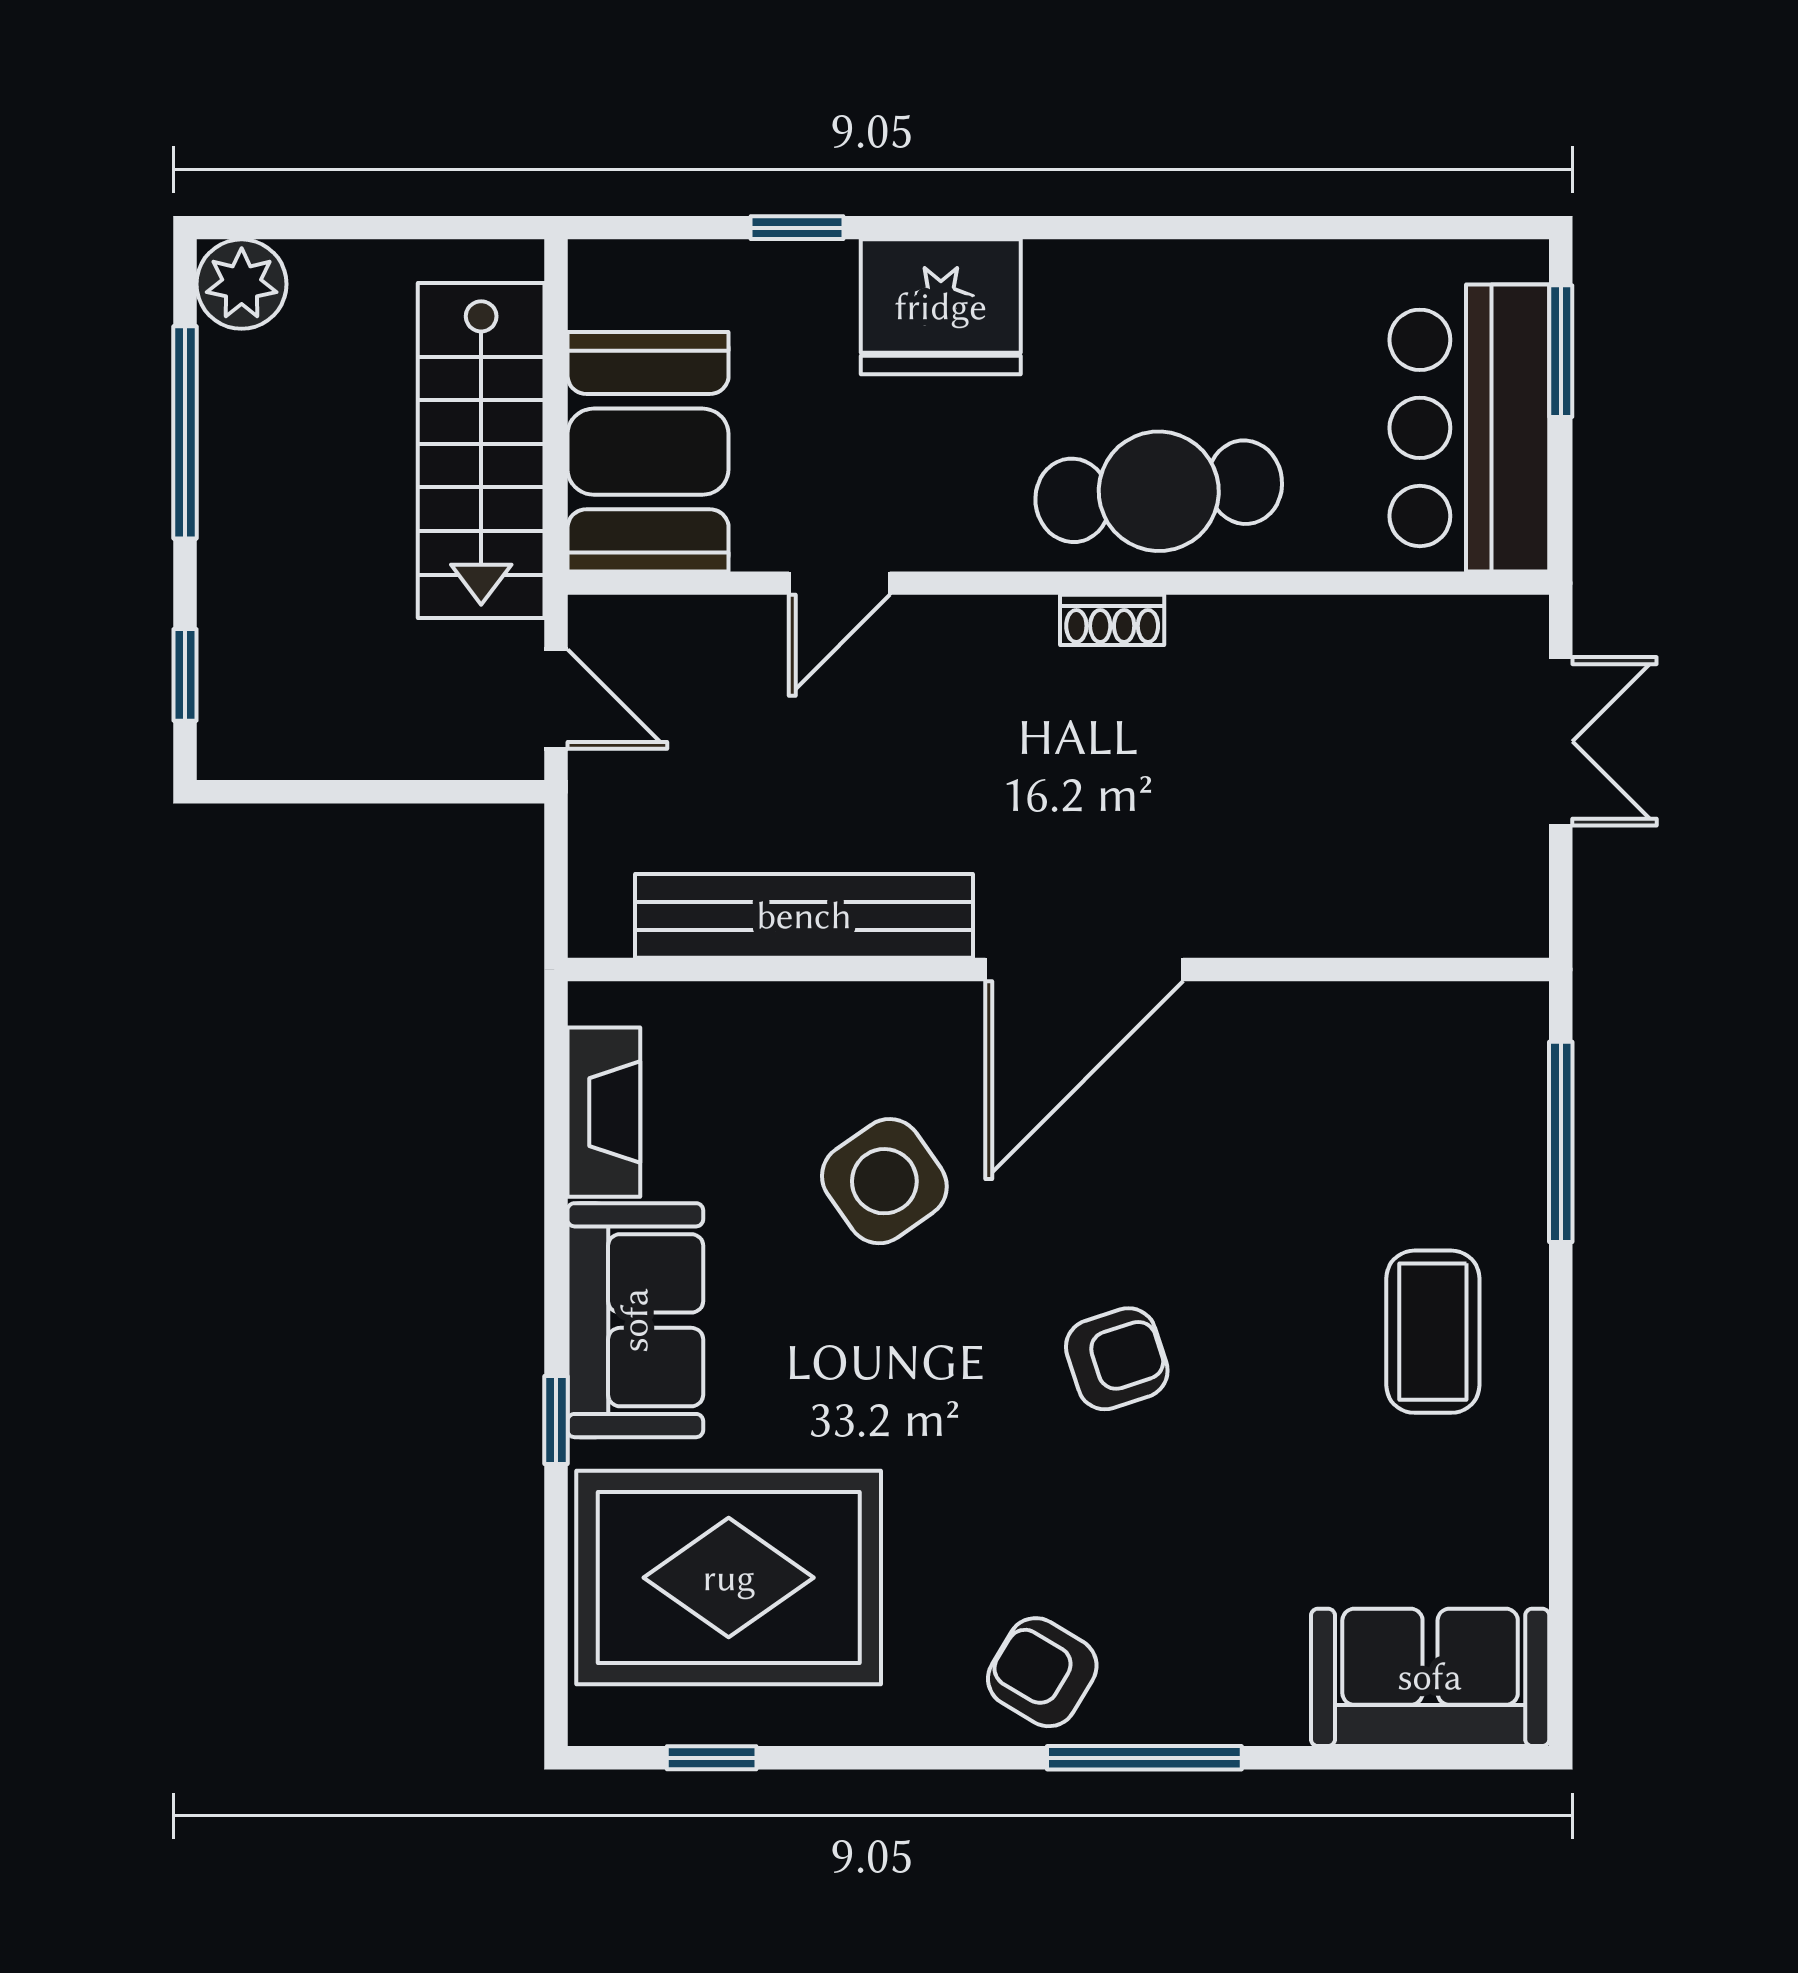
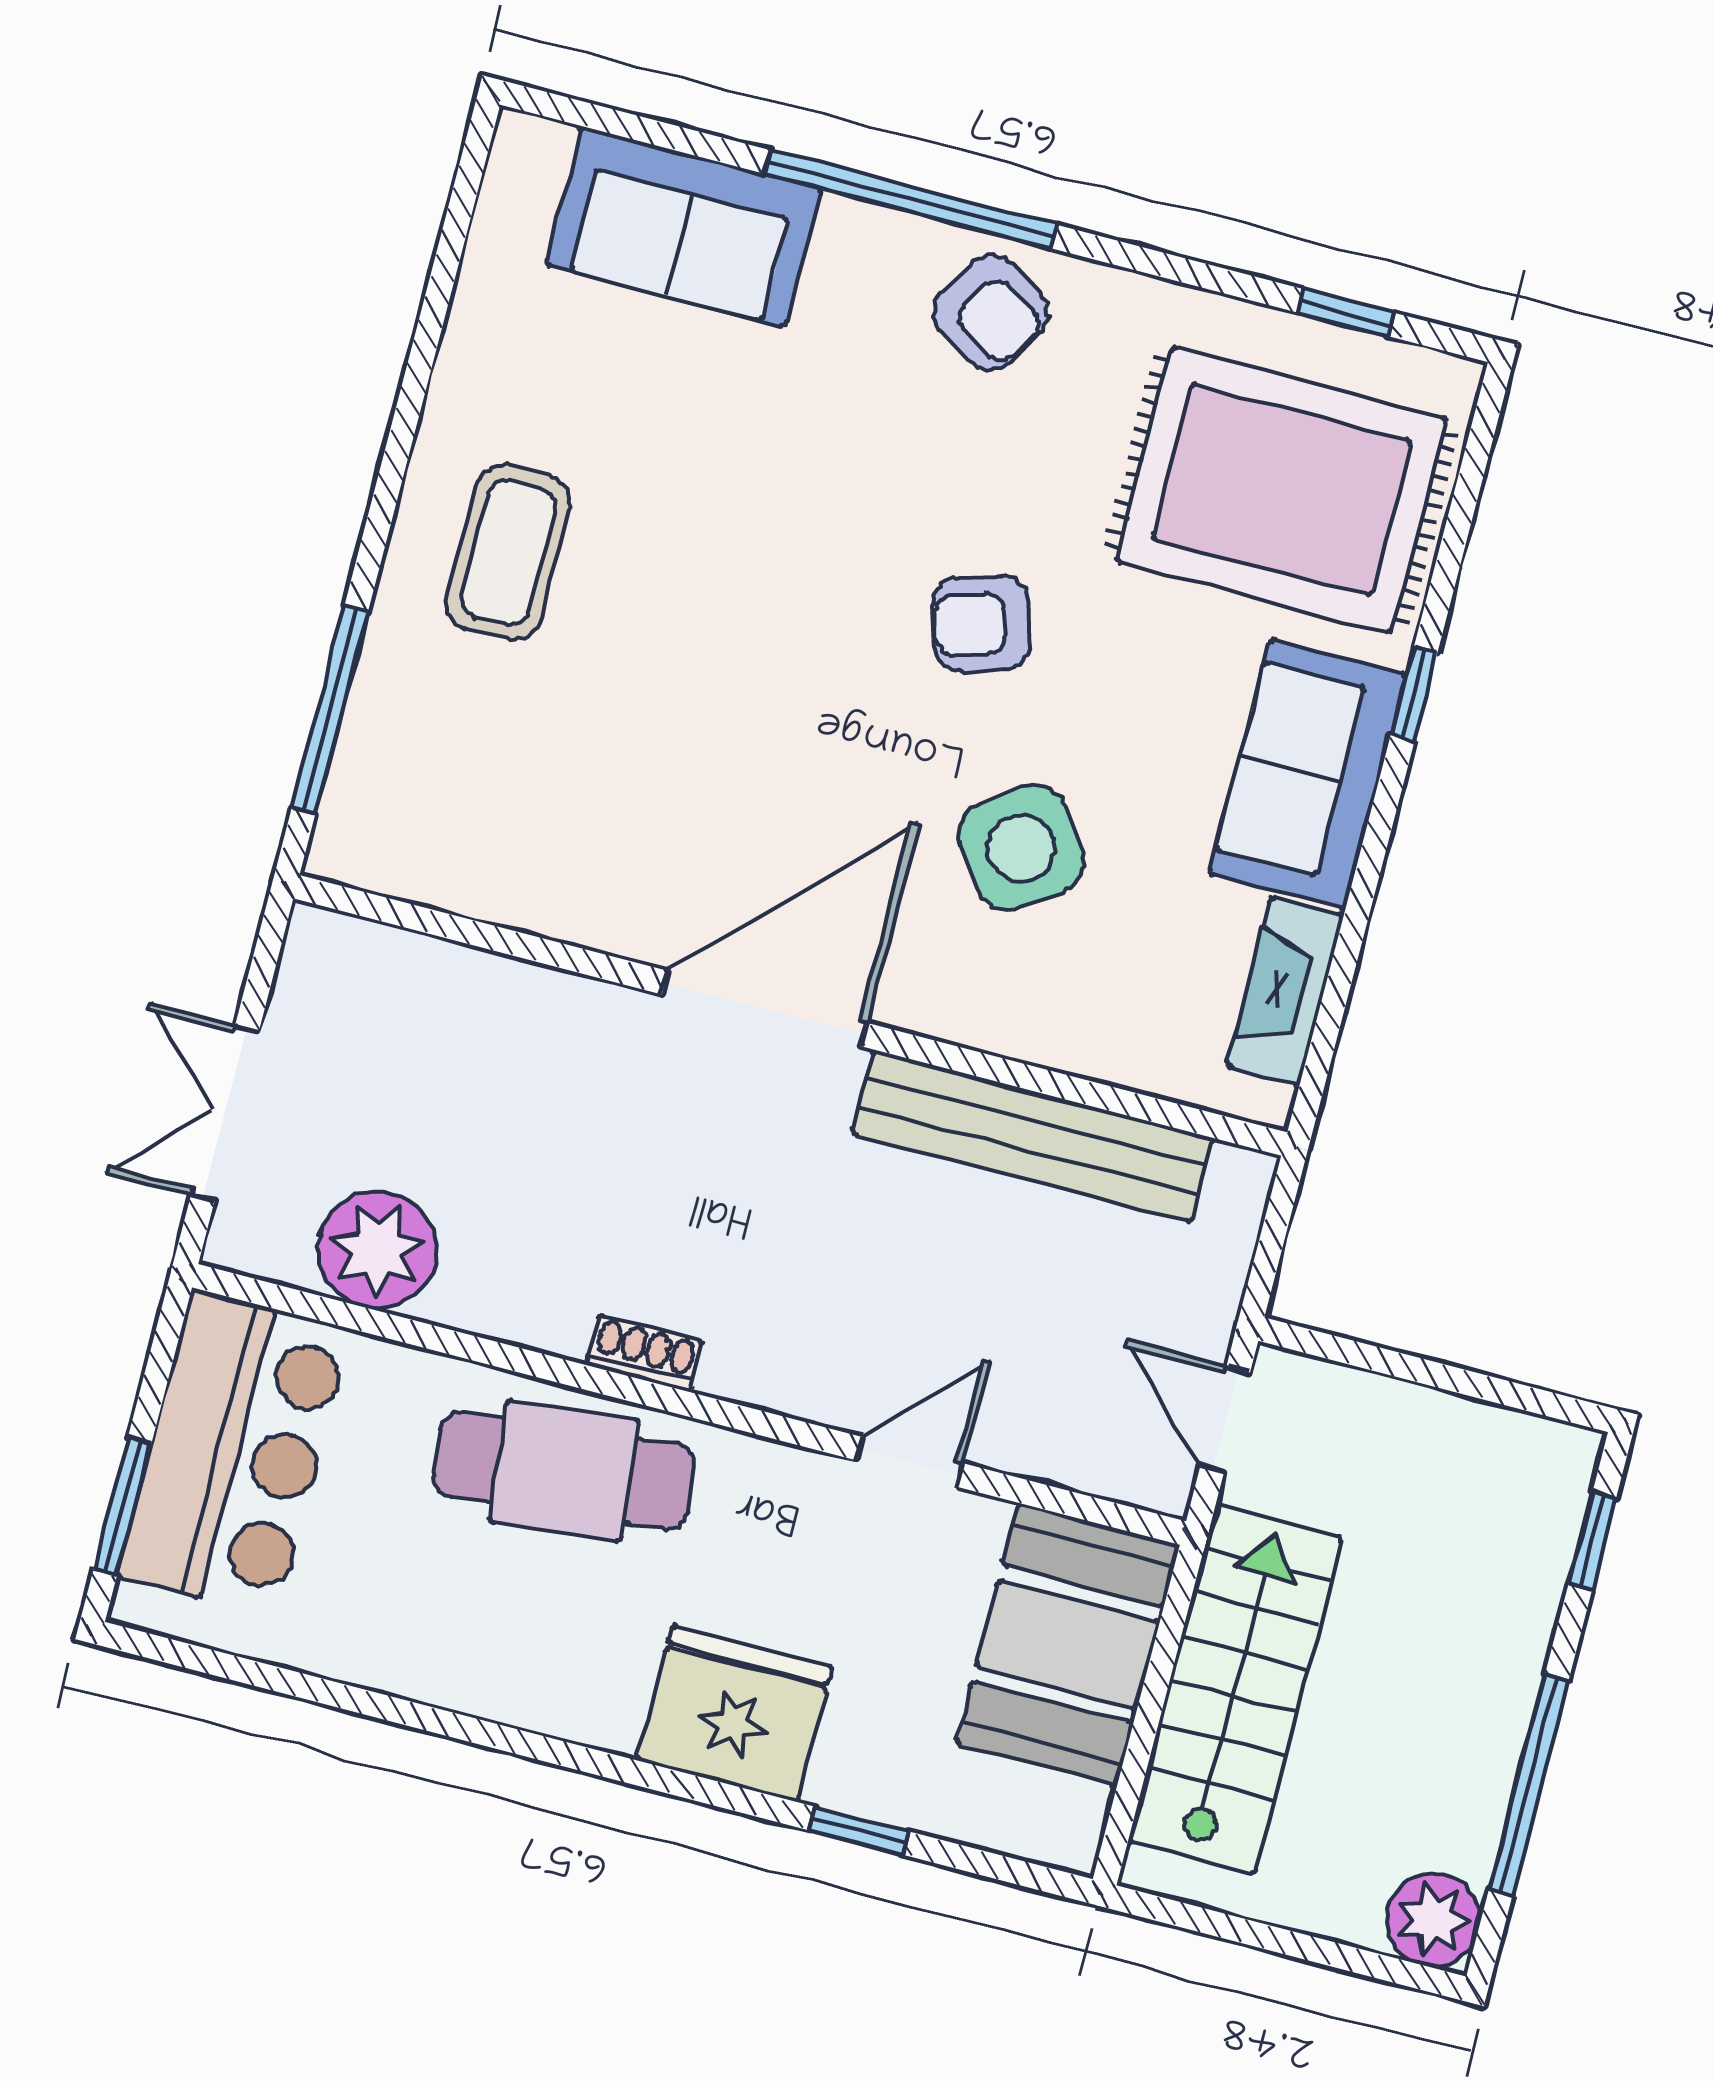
plant: (1386, 651) -> (377, 1250), added
armchair: (1117, 1359) -> (981, 624), moved
sofa: (1430, 1677) -> (684, 227), moved
window: (1144, 1758) -> (910, 199), width x1.46

